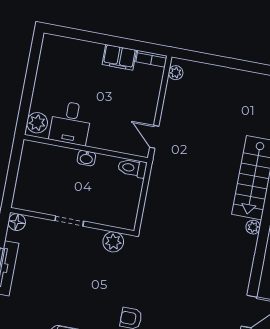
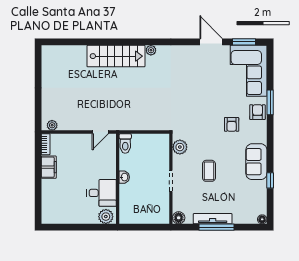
coffee table: (73, 276) -> (209, 171), added

